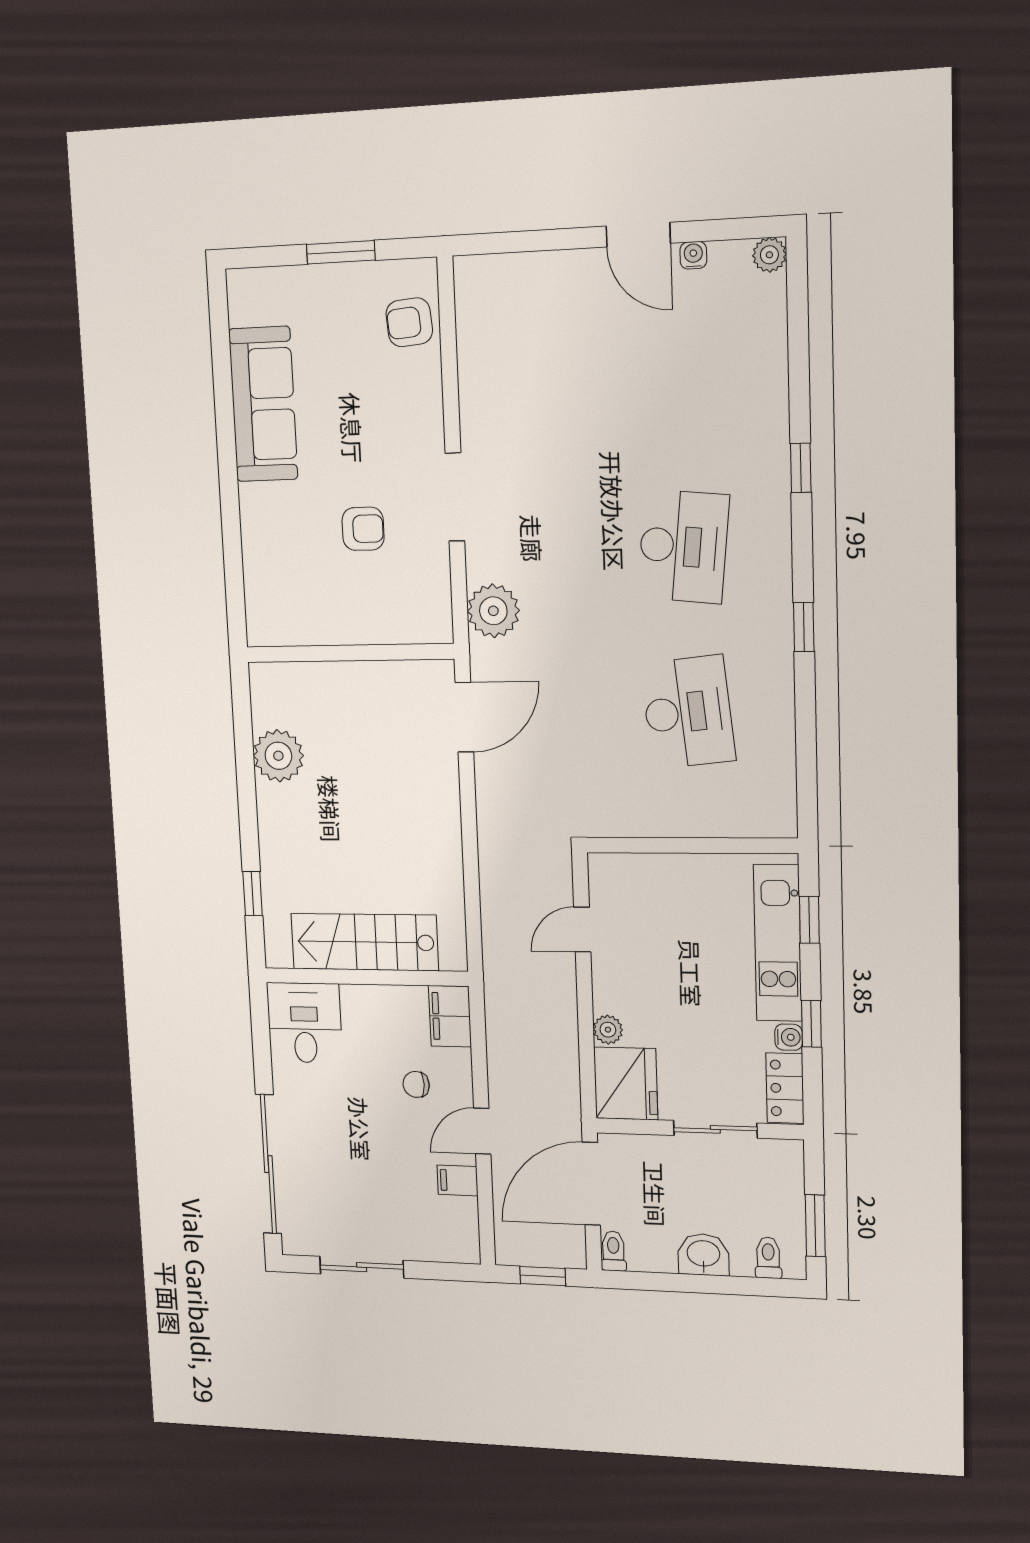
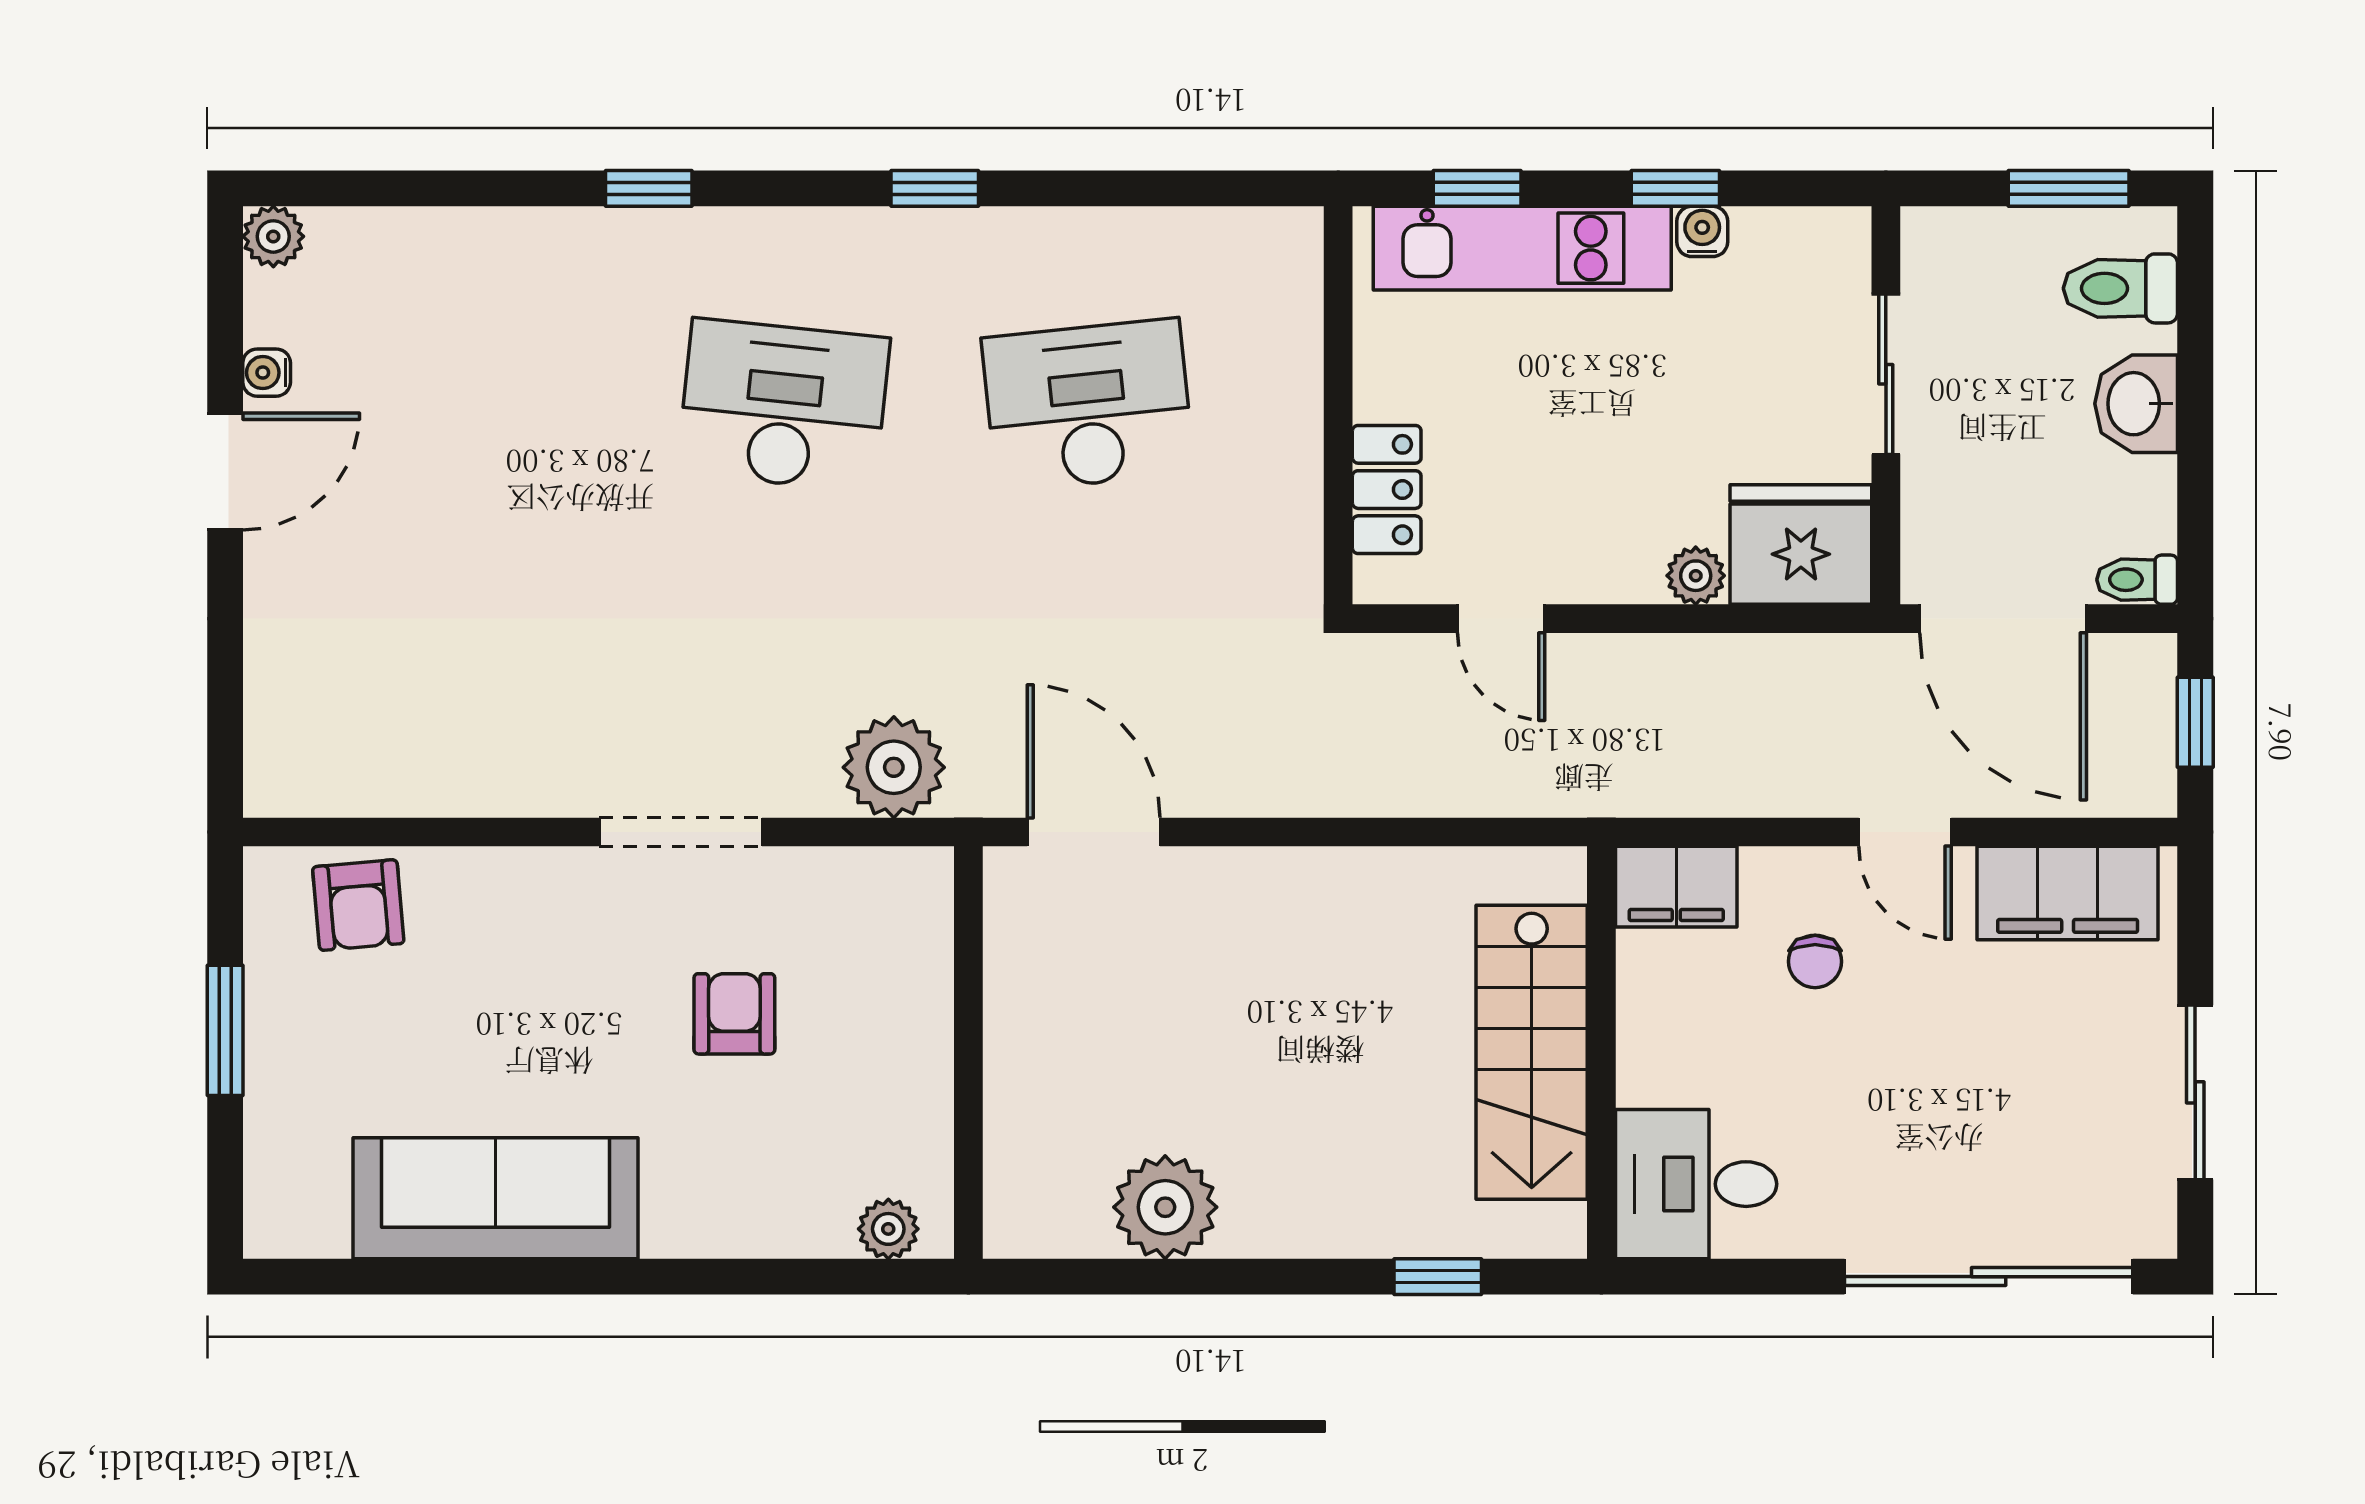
plant: (260, 613) -> (888, 1229), added
locker: (785, 1088) -> (1387, 490), moved, turned -90
filing cabinet: (457, 1181) -> (2068, 893), width x3.00, depth x1.17
toilet: (768, 1258) -> (2120, 288), width x1.37, depth x1.39

